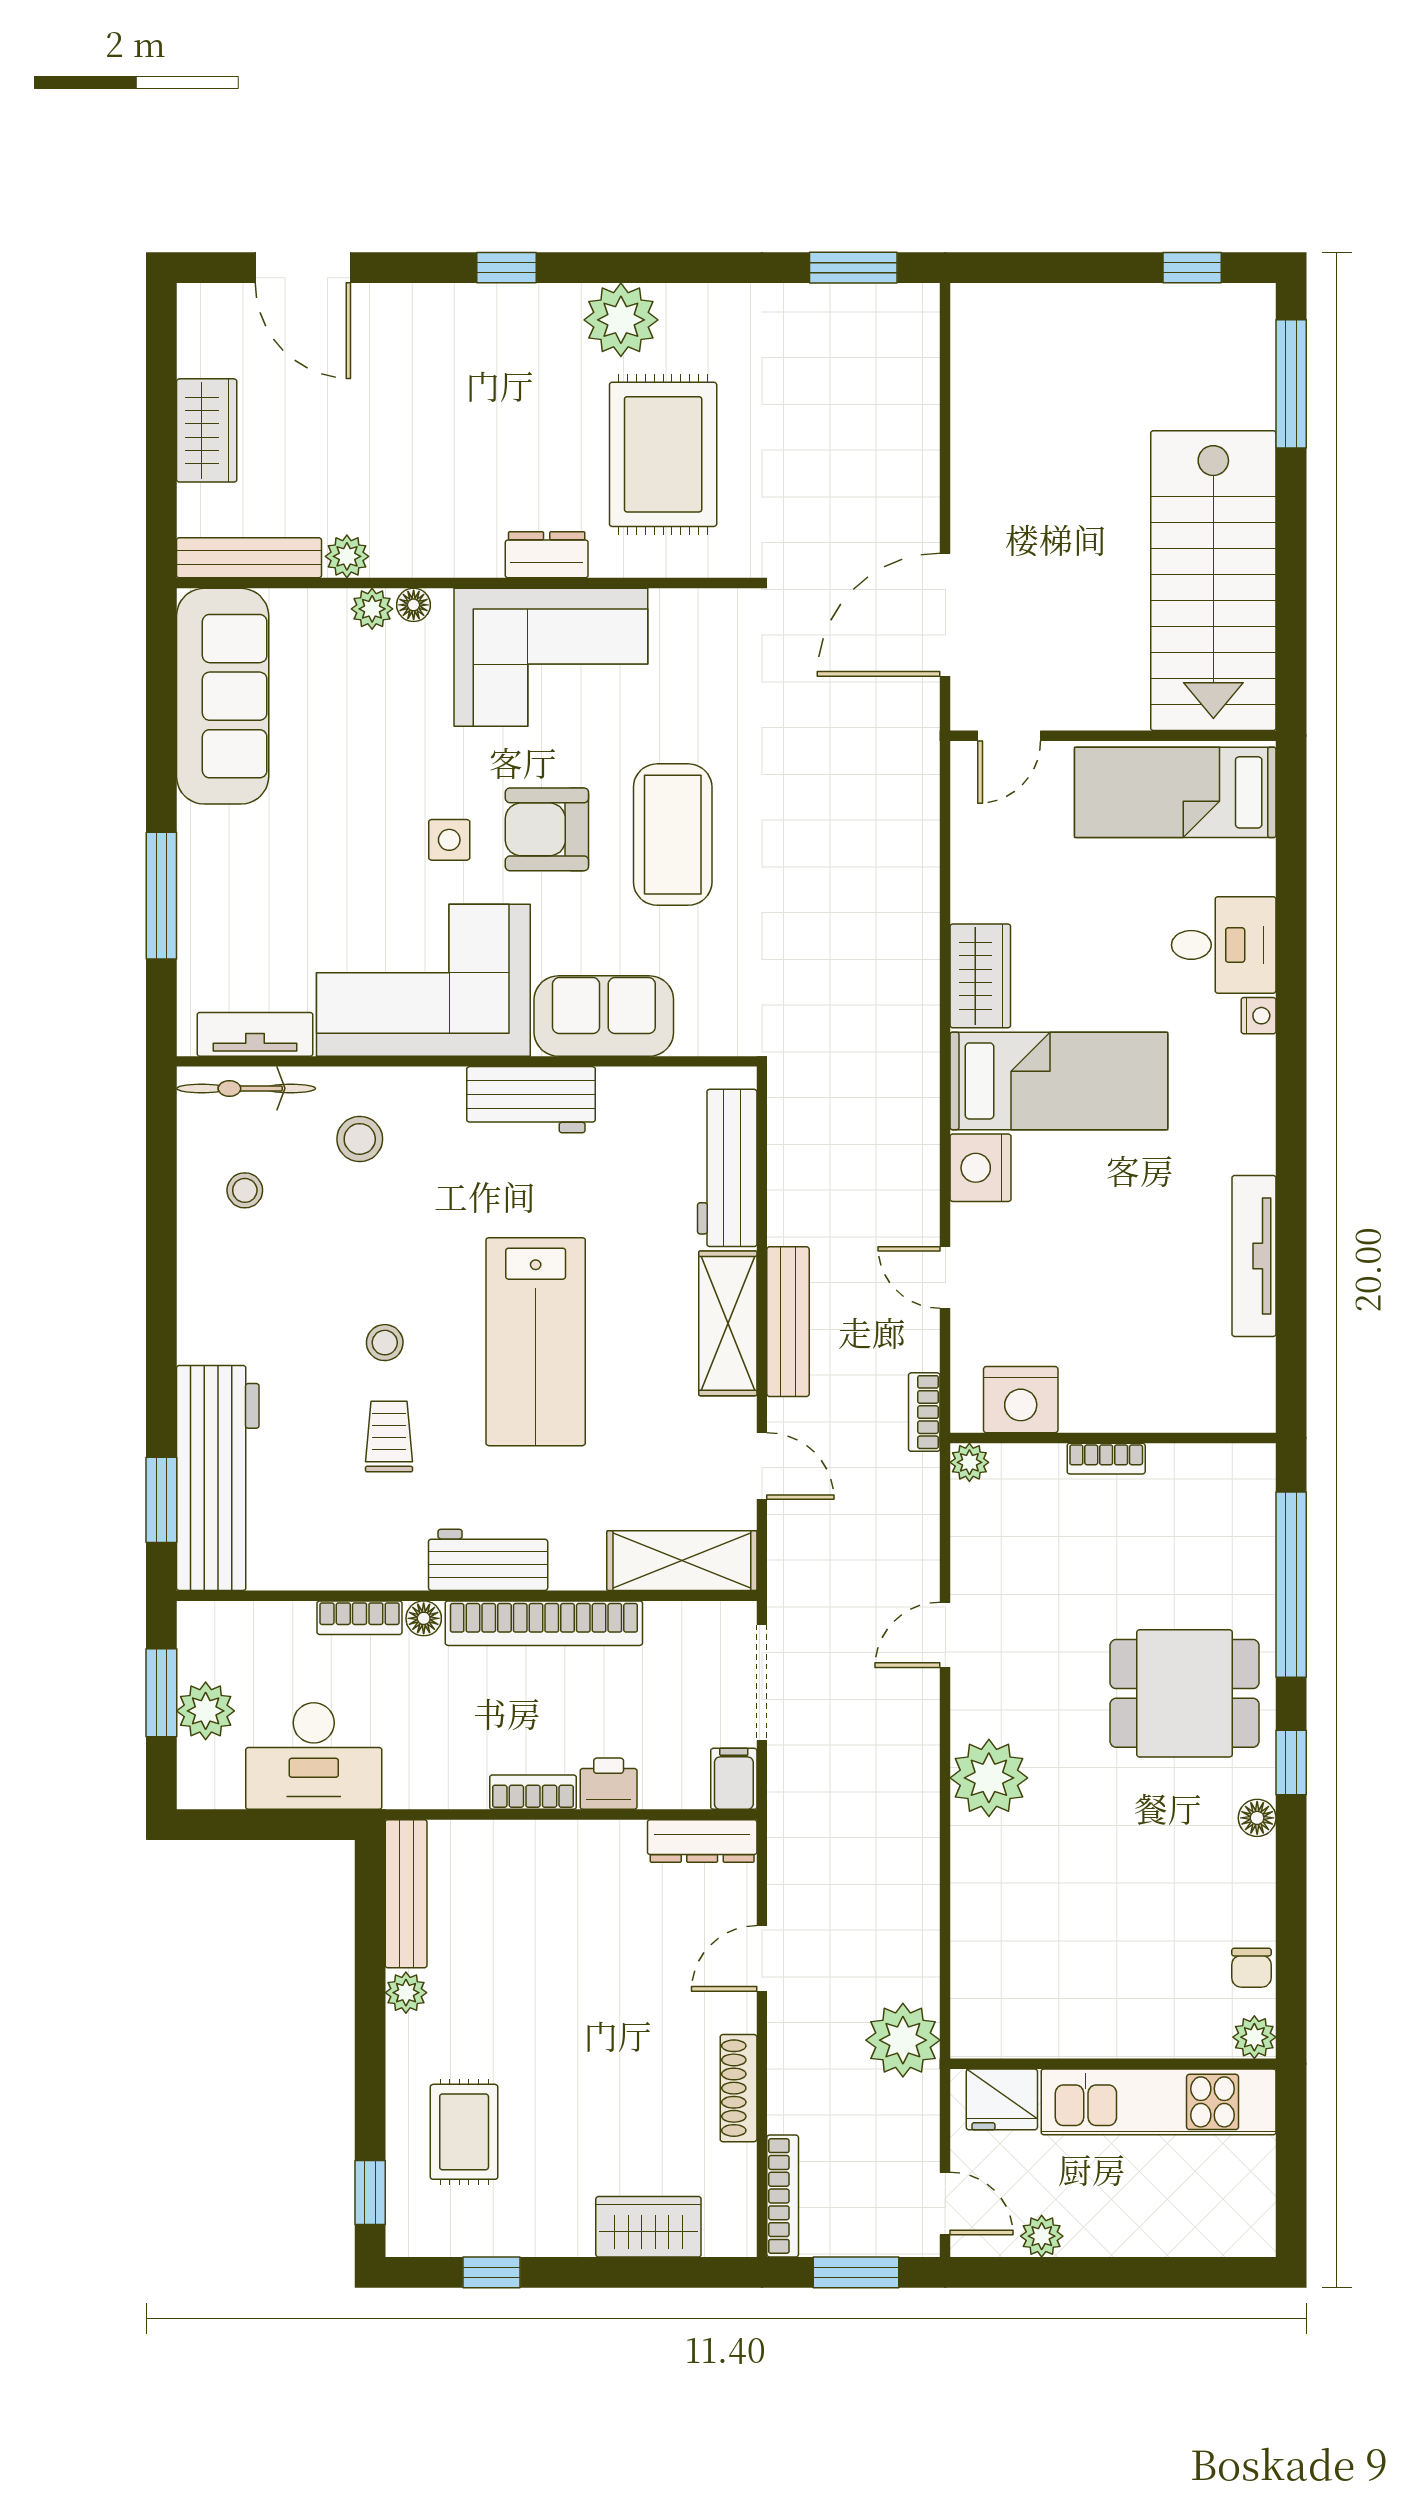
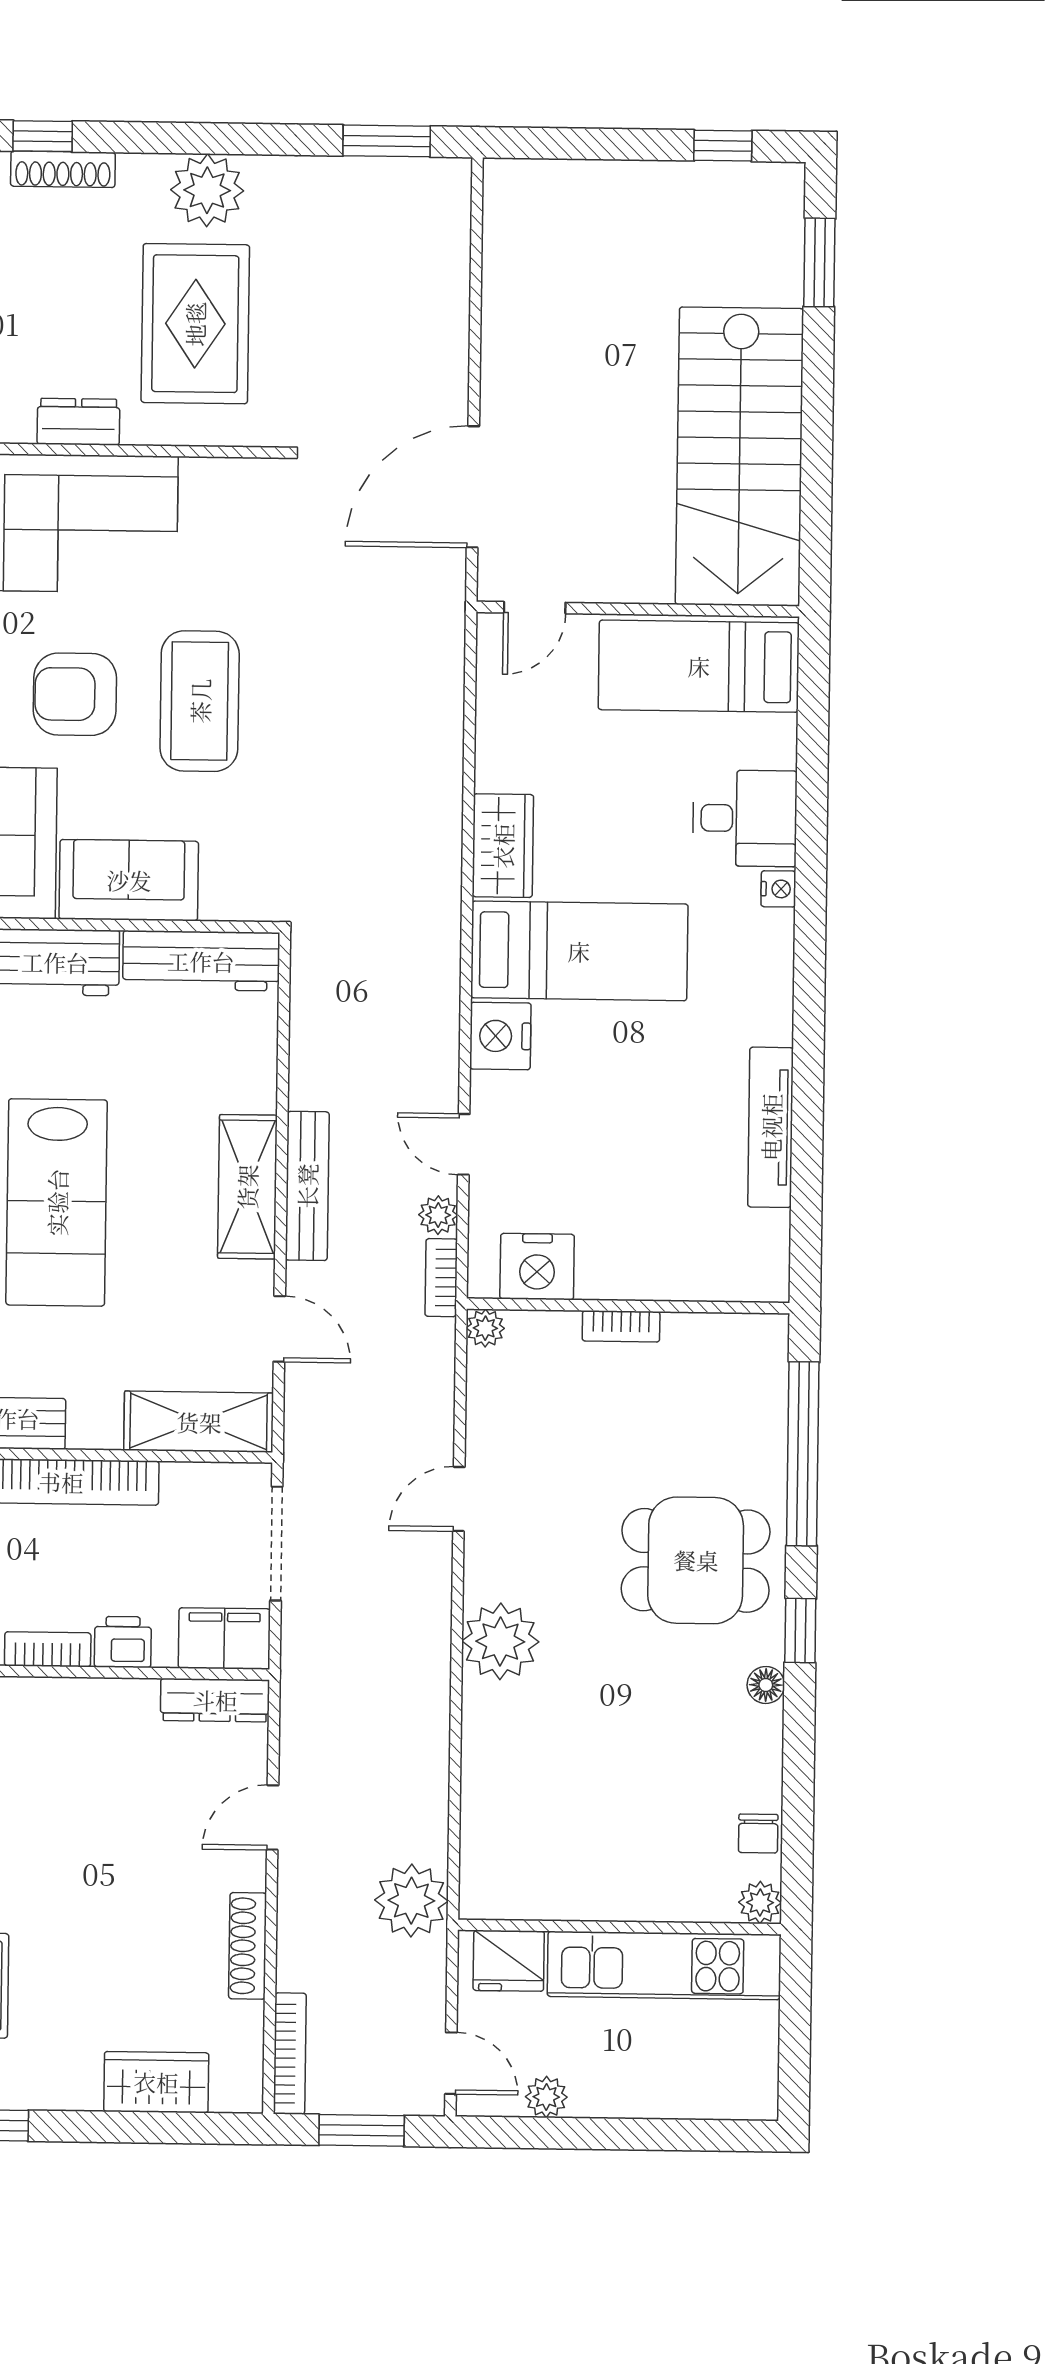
shoe rack: (528, 301) -> (63, 169), added
plant: (621, 320) -> (207, 190), moved
window: (1291, 384) -> (819, 262), width x0.69
workbench: (727, 1168) -> (201, 961), moved, turned -90
plant: (920, 1349) -> (438, 1215), added
filing cabinet: (734, 1779) -> (224, 1639), width x2.00

